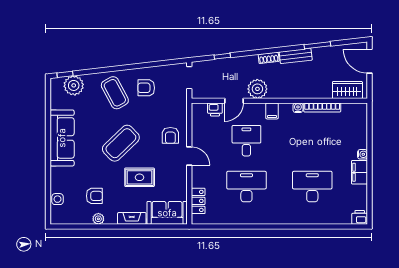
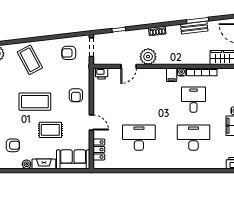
bench: (296, 56) -> (194, 28), moved
armchair: (146, 88) -> (69, 53), moved
printer: (215, 109) -> (102, 74), moved
filing cabinet: (272, 111) -> (172, 75), moved
desk: (246, 141) -> (193, 100), moved
coffee table: (121, 143) -> (35, 102), turned 44
door: (189, 156) -> (91, 122), moved
plant: (98, 219) -> (27, 164), moved

